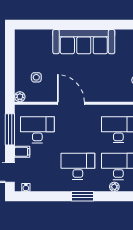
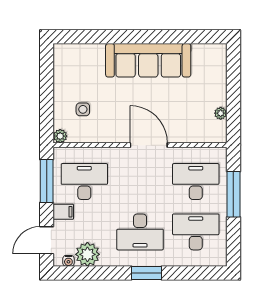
door: (71, 103) -> (149, 145), moved
desk: (78, 166) -> (140, 232), turned 180
plant: (114, 187) -> (87, 254), moved, width x1.88, depth x1.88

